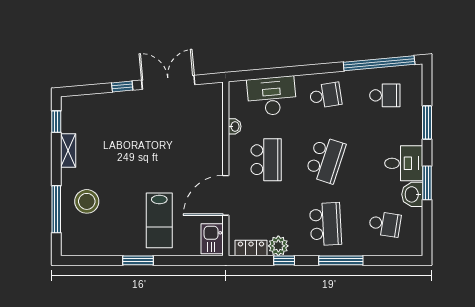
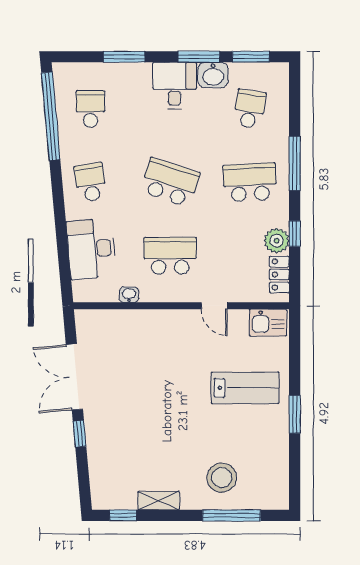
door: (226, 195) -> (214, 306), width x0.53
window: (427, 225) -> (251, 57), added

